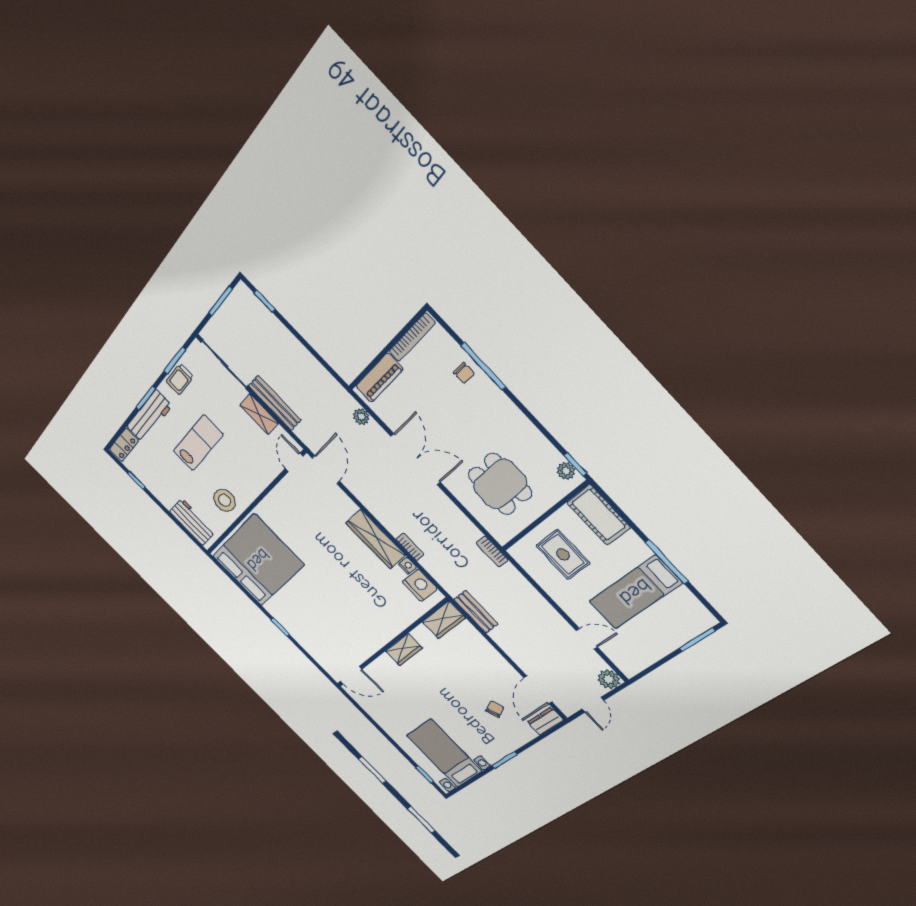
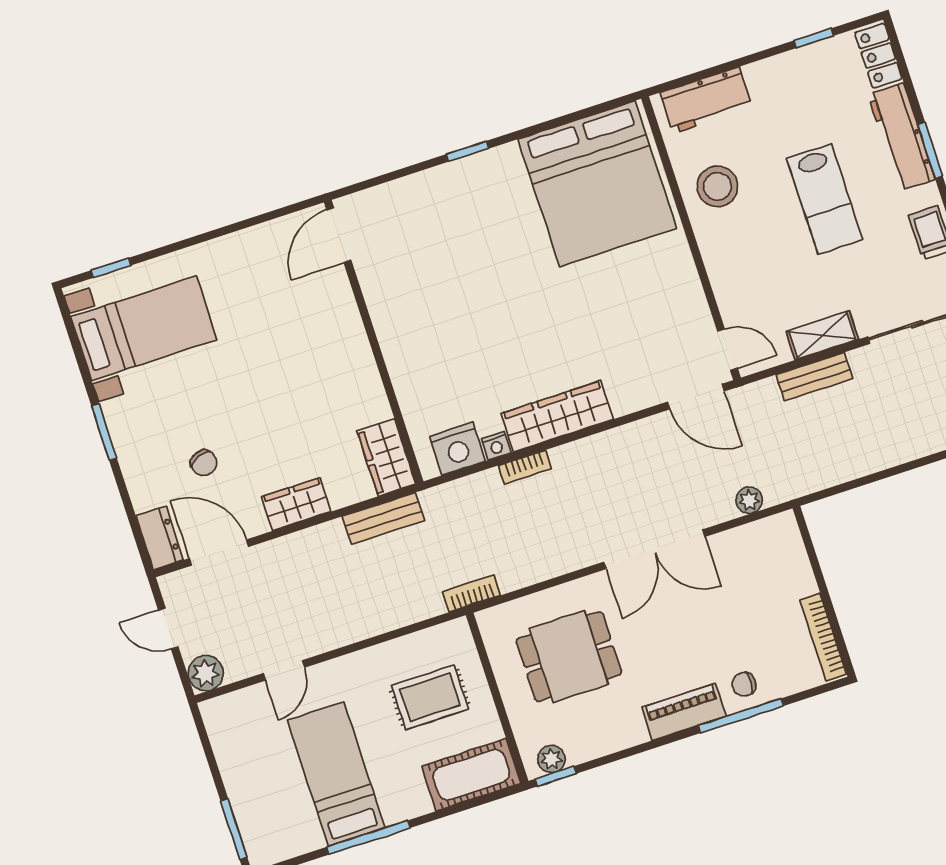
piano: (379, 378) -> (684, 712), moved, turned 90
bench: (275, 403) -> (814, 376), width x0.73
wardrobe: (404, 650) -> (296, 504), moved, turned 90

